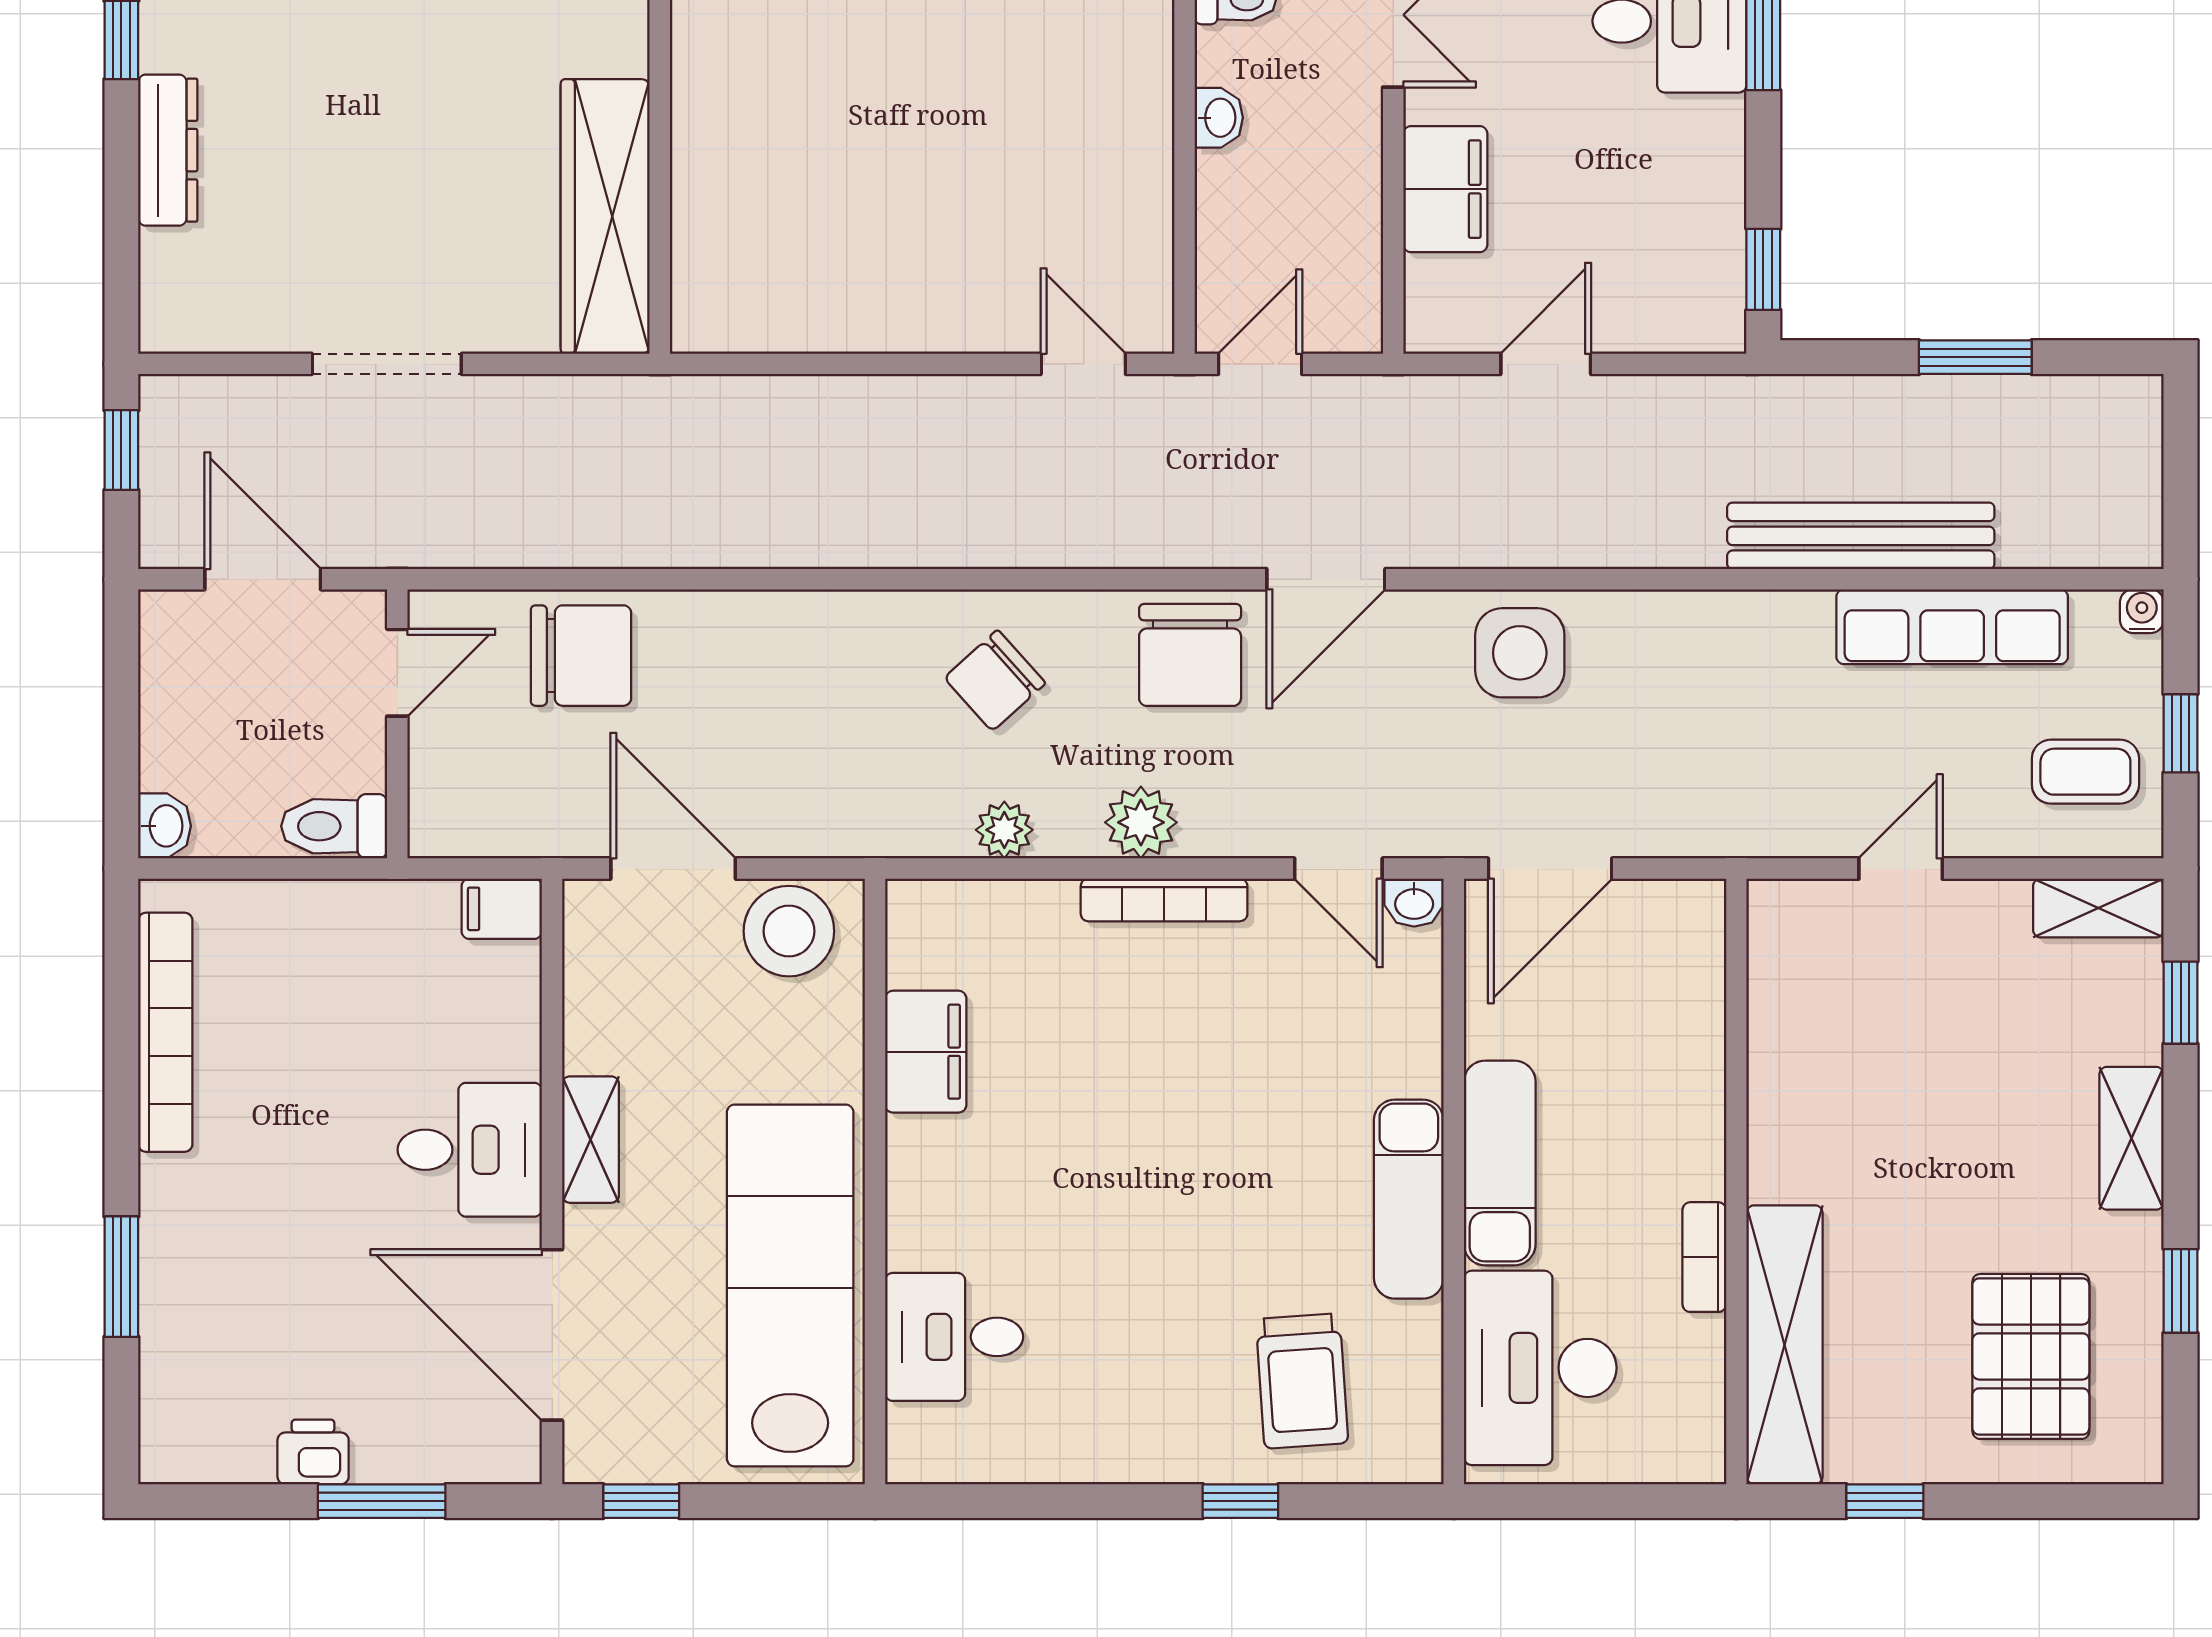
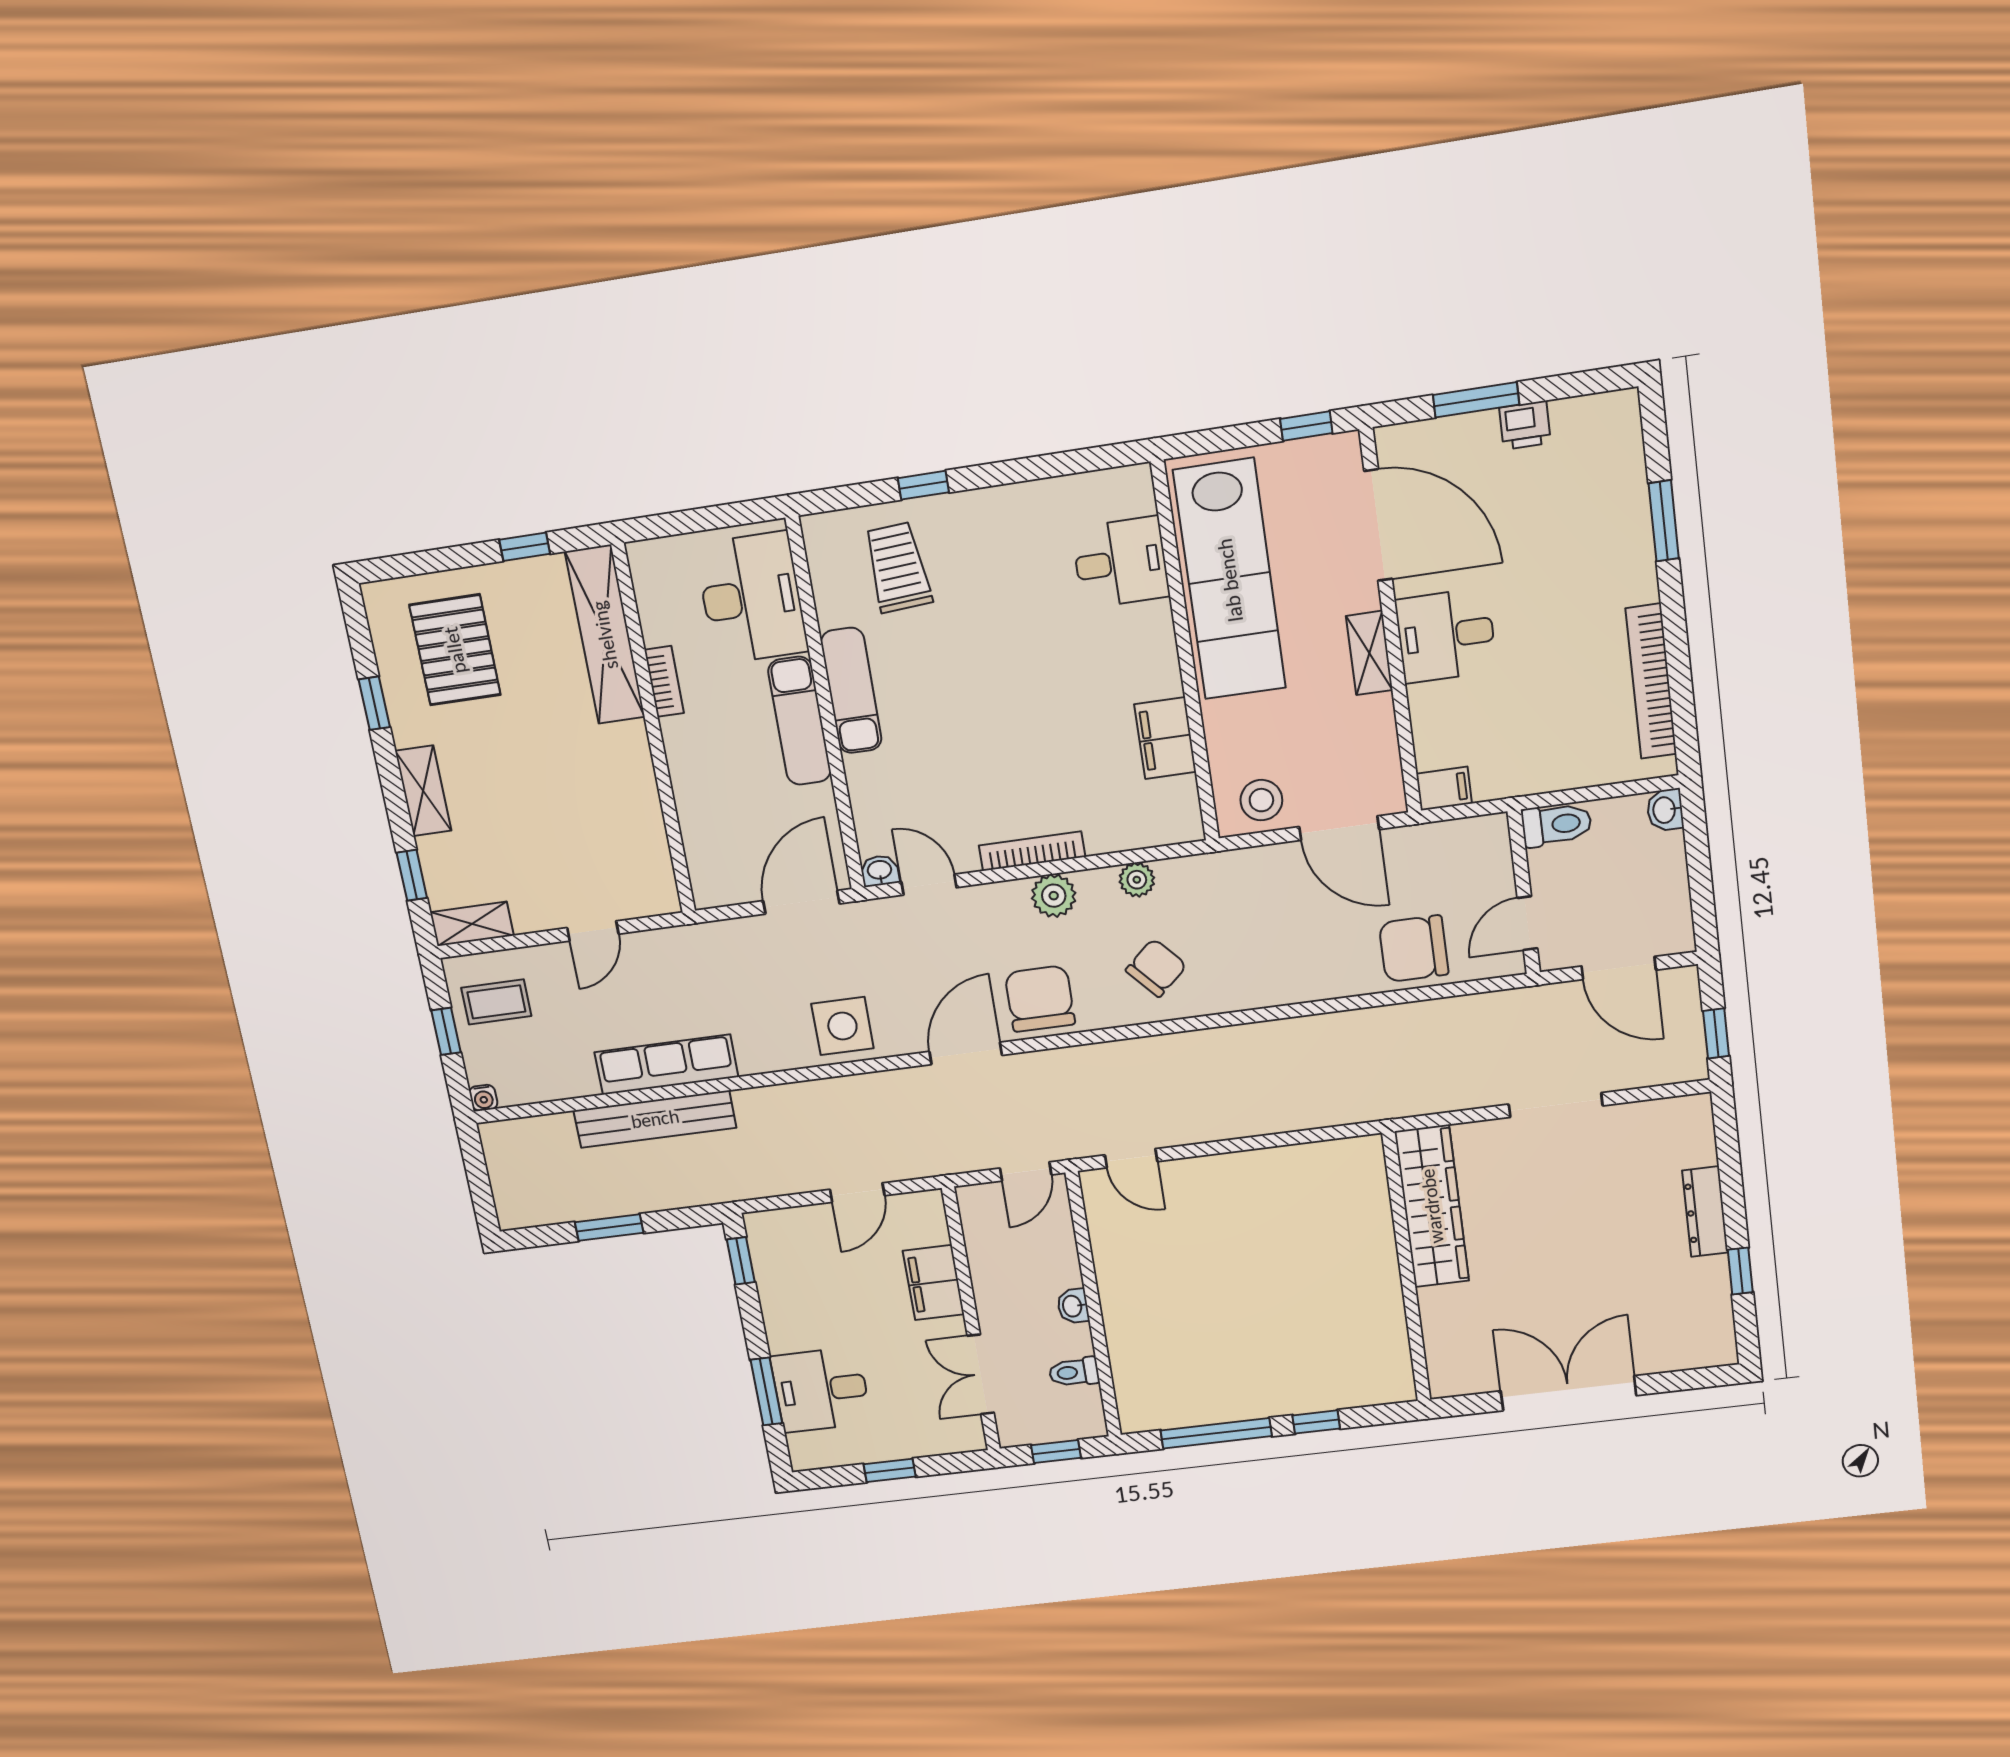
row of seats: (1952, 627) -> (666, 1065), moved
stool: (789, 931) -> (1261, 800), width x0.73, depth x0.73

